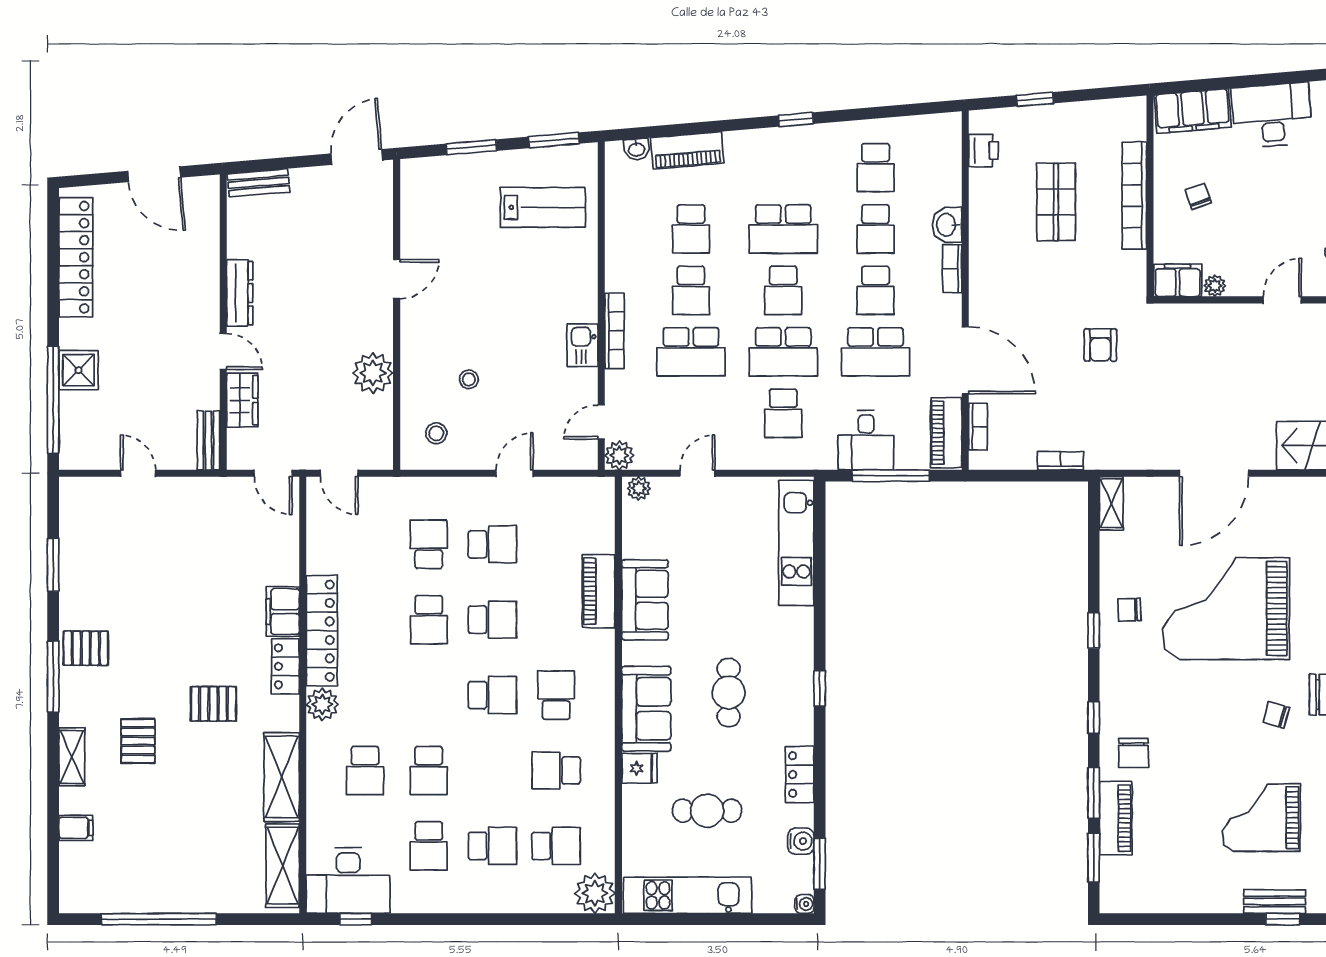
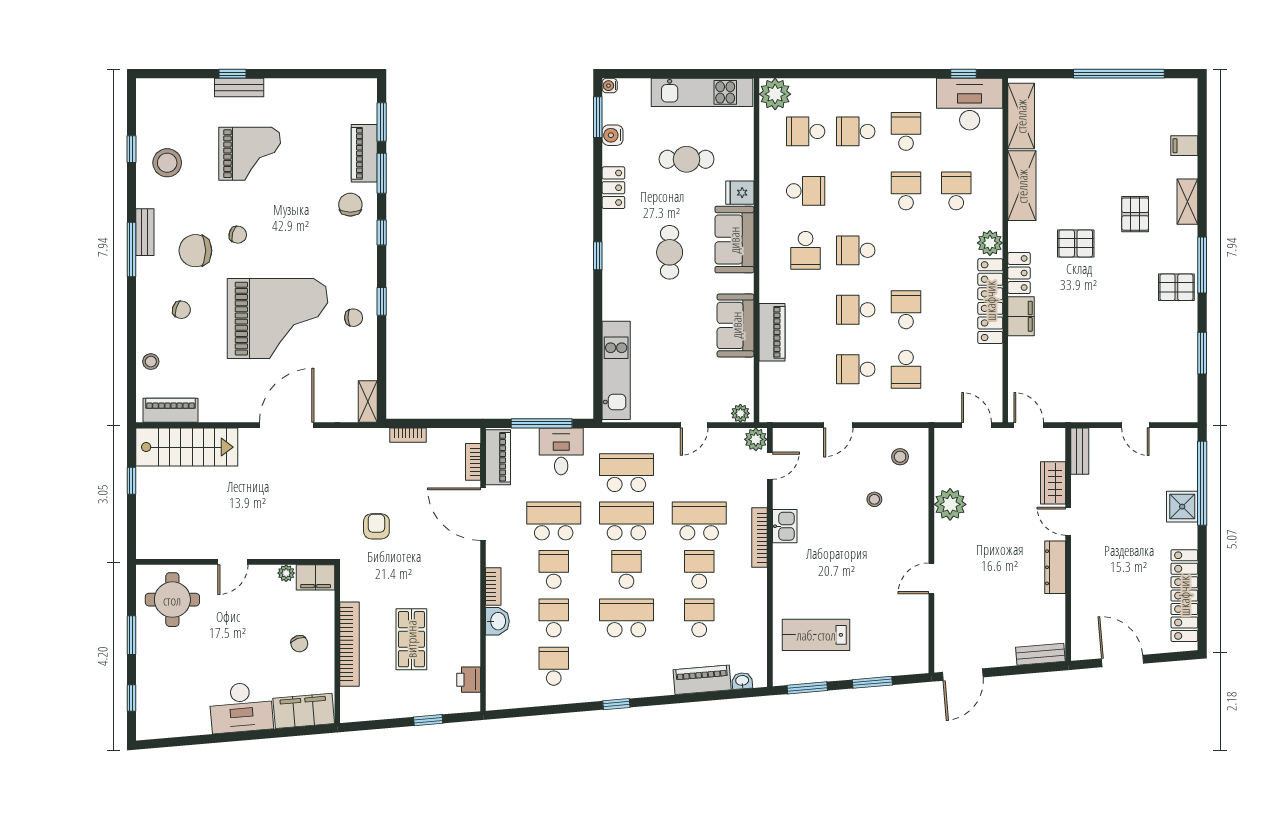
school desk: (783, 413) -> (626, 473), width x1.85

